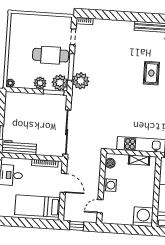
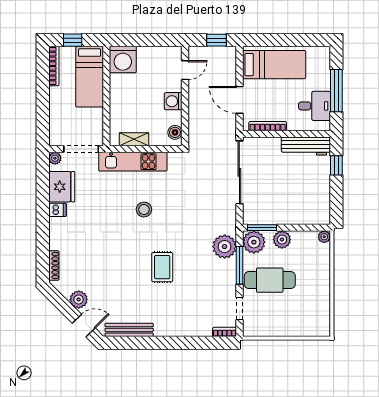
rug: (151, 73) -> (162, 267), moved
stool: (135, 111) -> (144, 210), added

